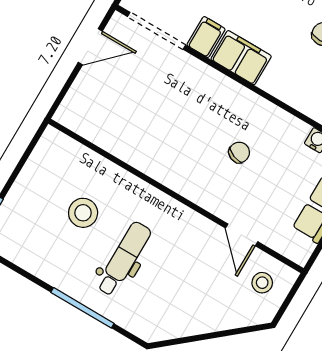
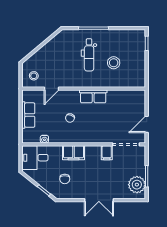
filing cabinet: (241, 58) -> (73, 153), moved
row of seats: (166, 169) -> (93, 96), added
door: (242, 235) -> (51, 89), swing flipped

